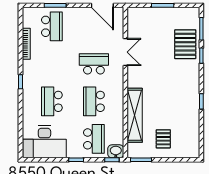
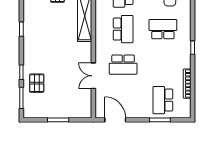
pallet: (185, 44) -> (37, 83), width x0.67, depth x0.71
school desk: (52, 101) -> (163, 29), turned -90

